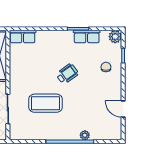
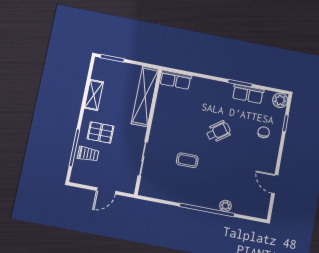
coffee table: (46, 103) -> (187, 160), width x0.54, depth x0.58

